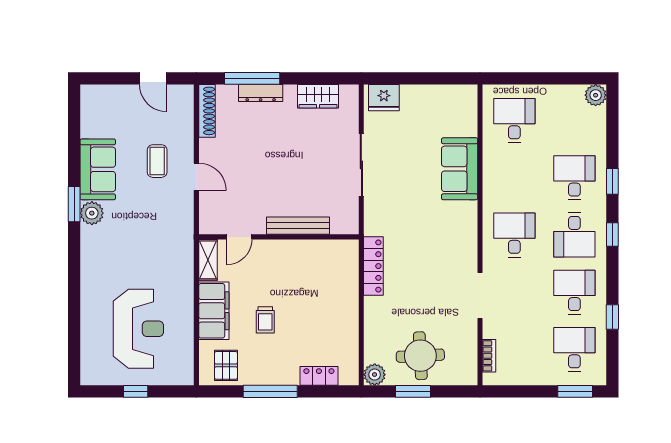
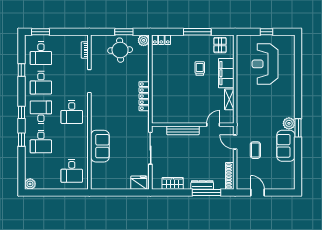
bench: (298, 226) -> (183, 130), moved
door: (239, 237) -> (213, 125), moved
wall: (279, 237) -> (193, 125), moved
locker: (319, 376) -> (161, 40), moved

